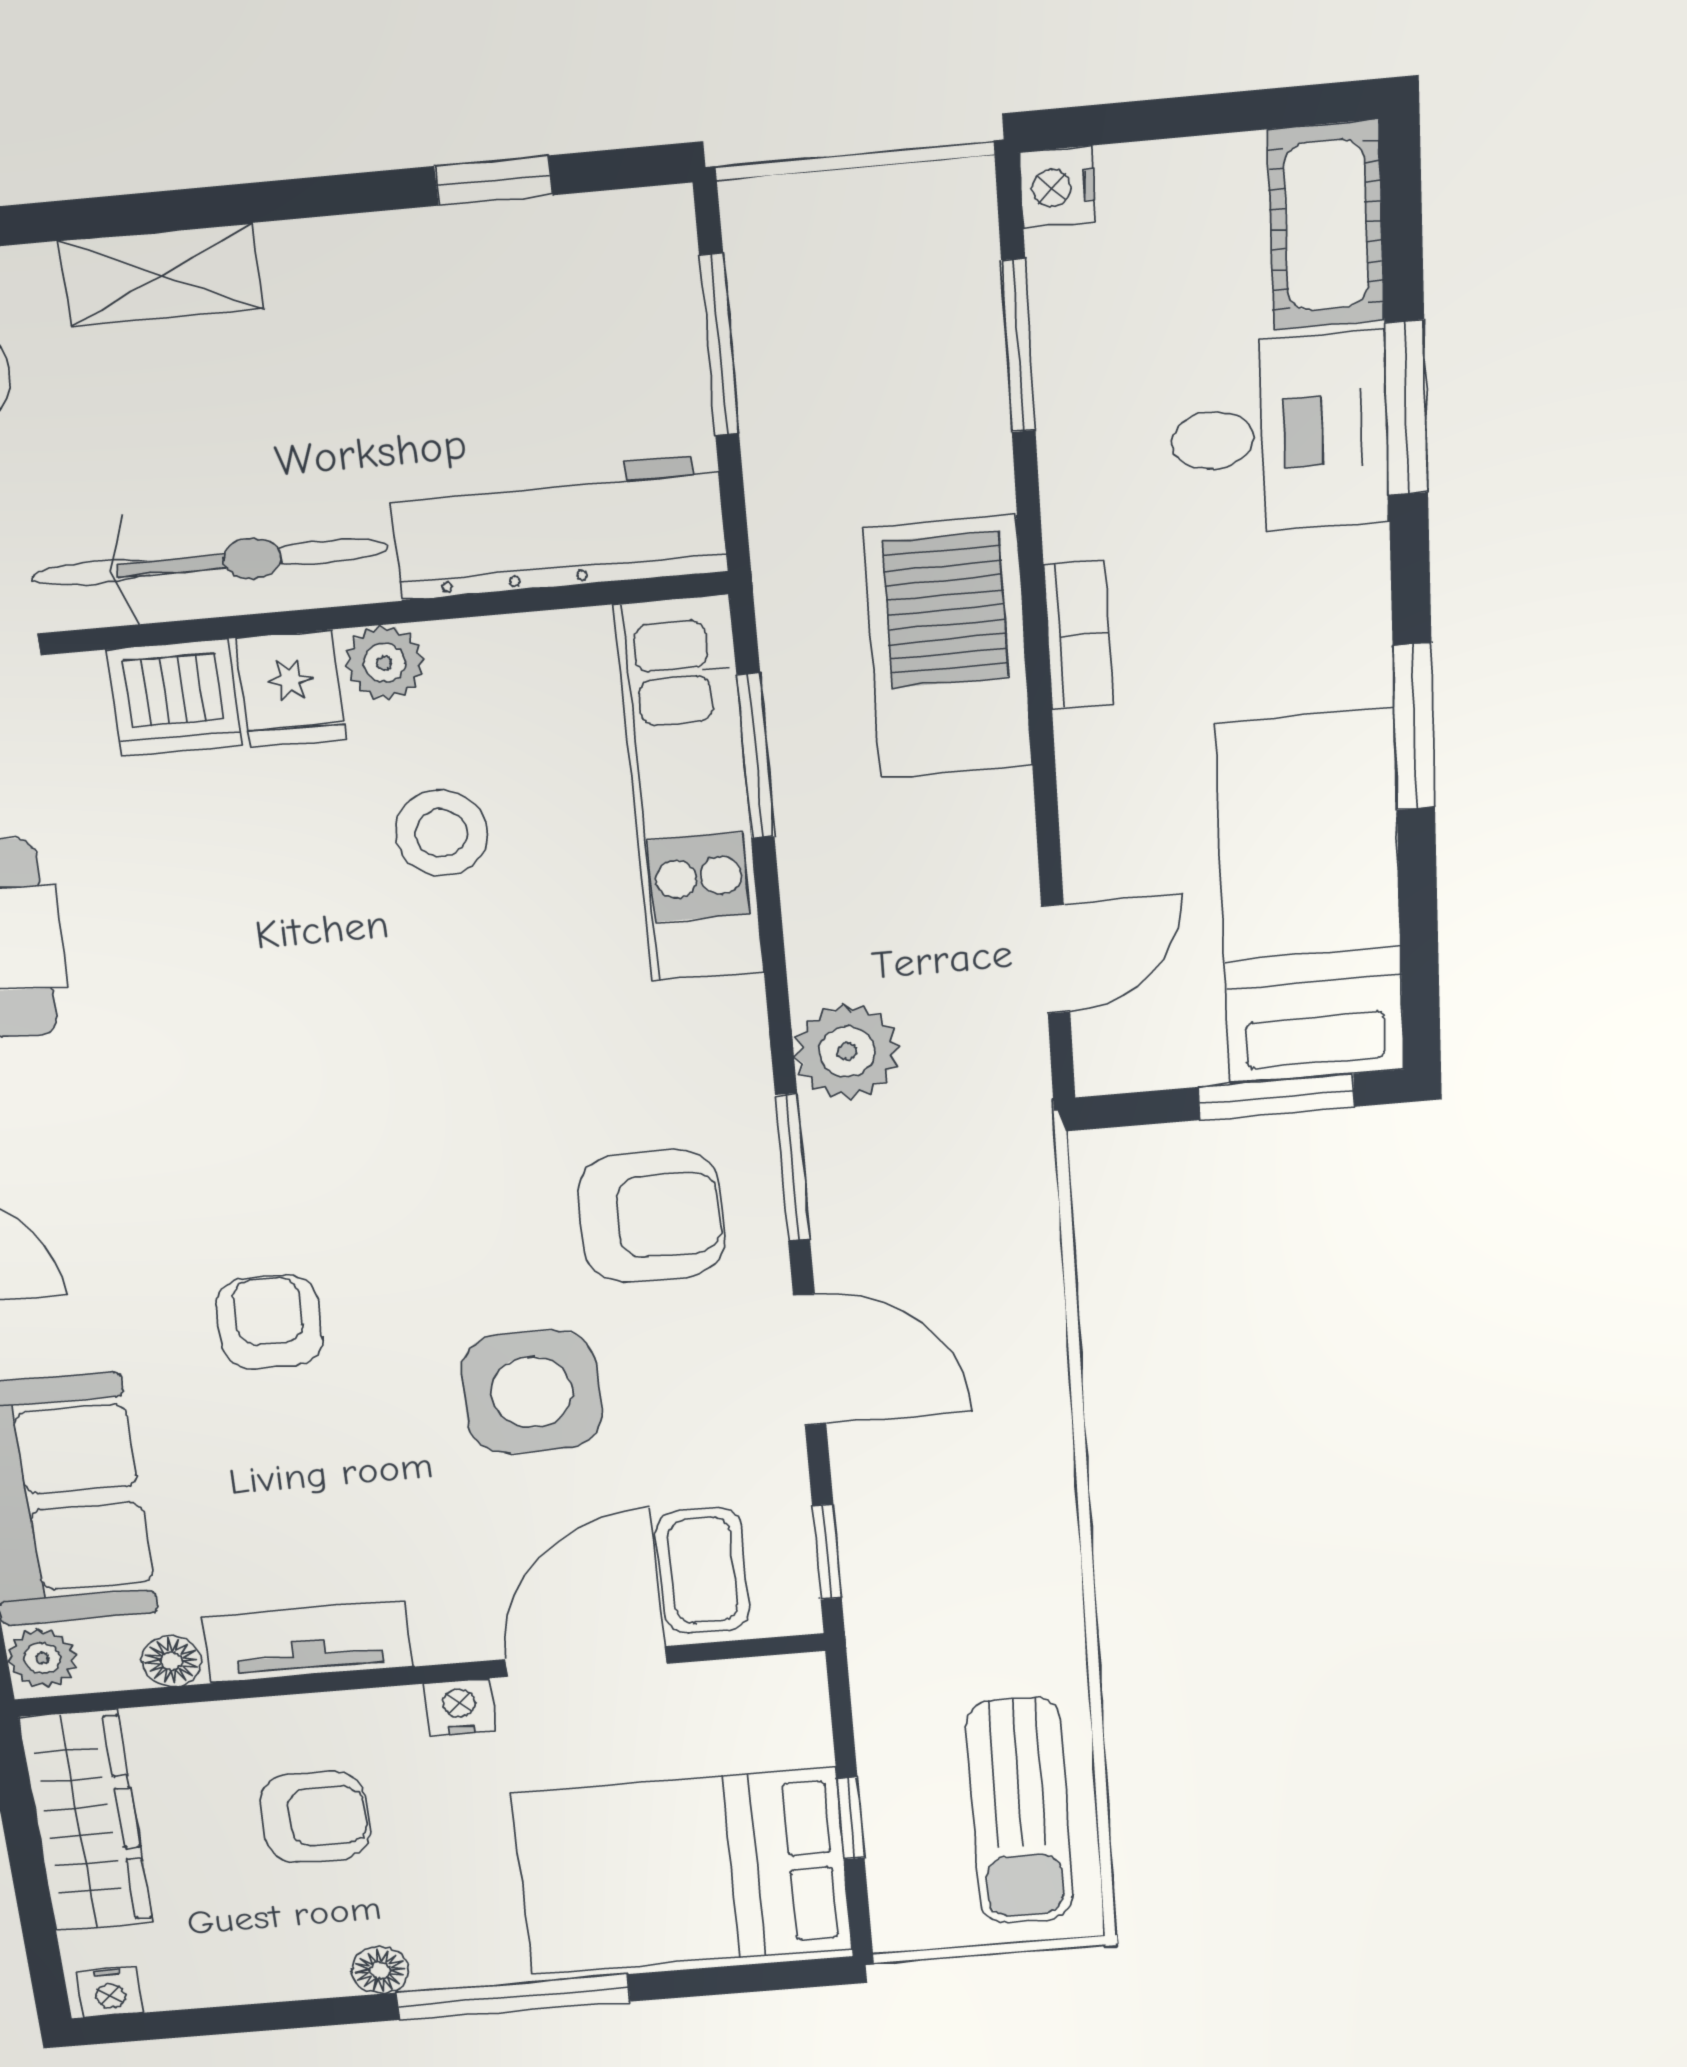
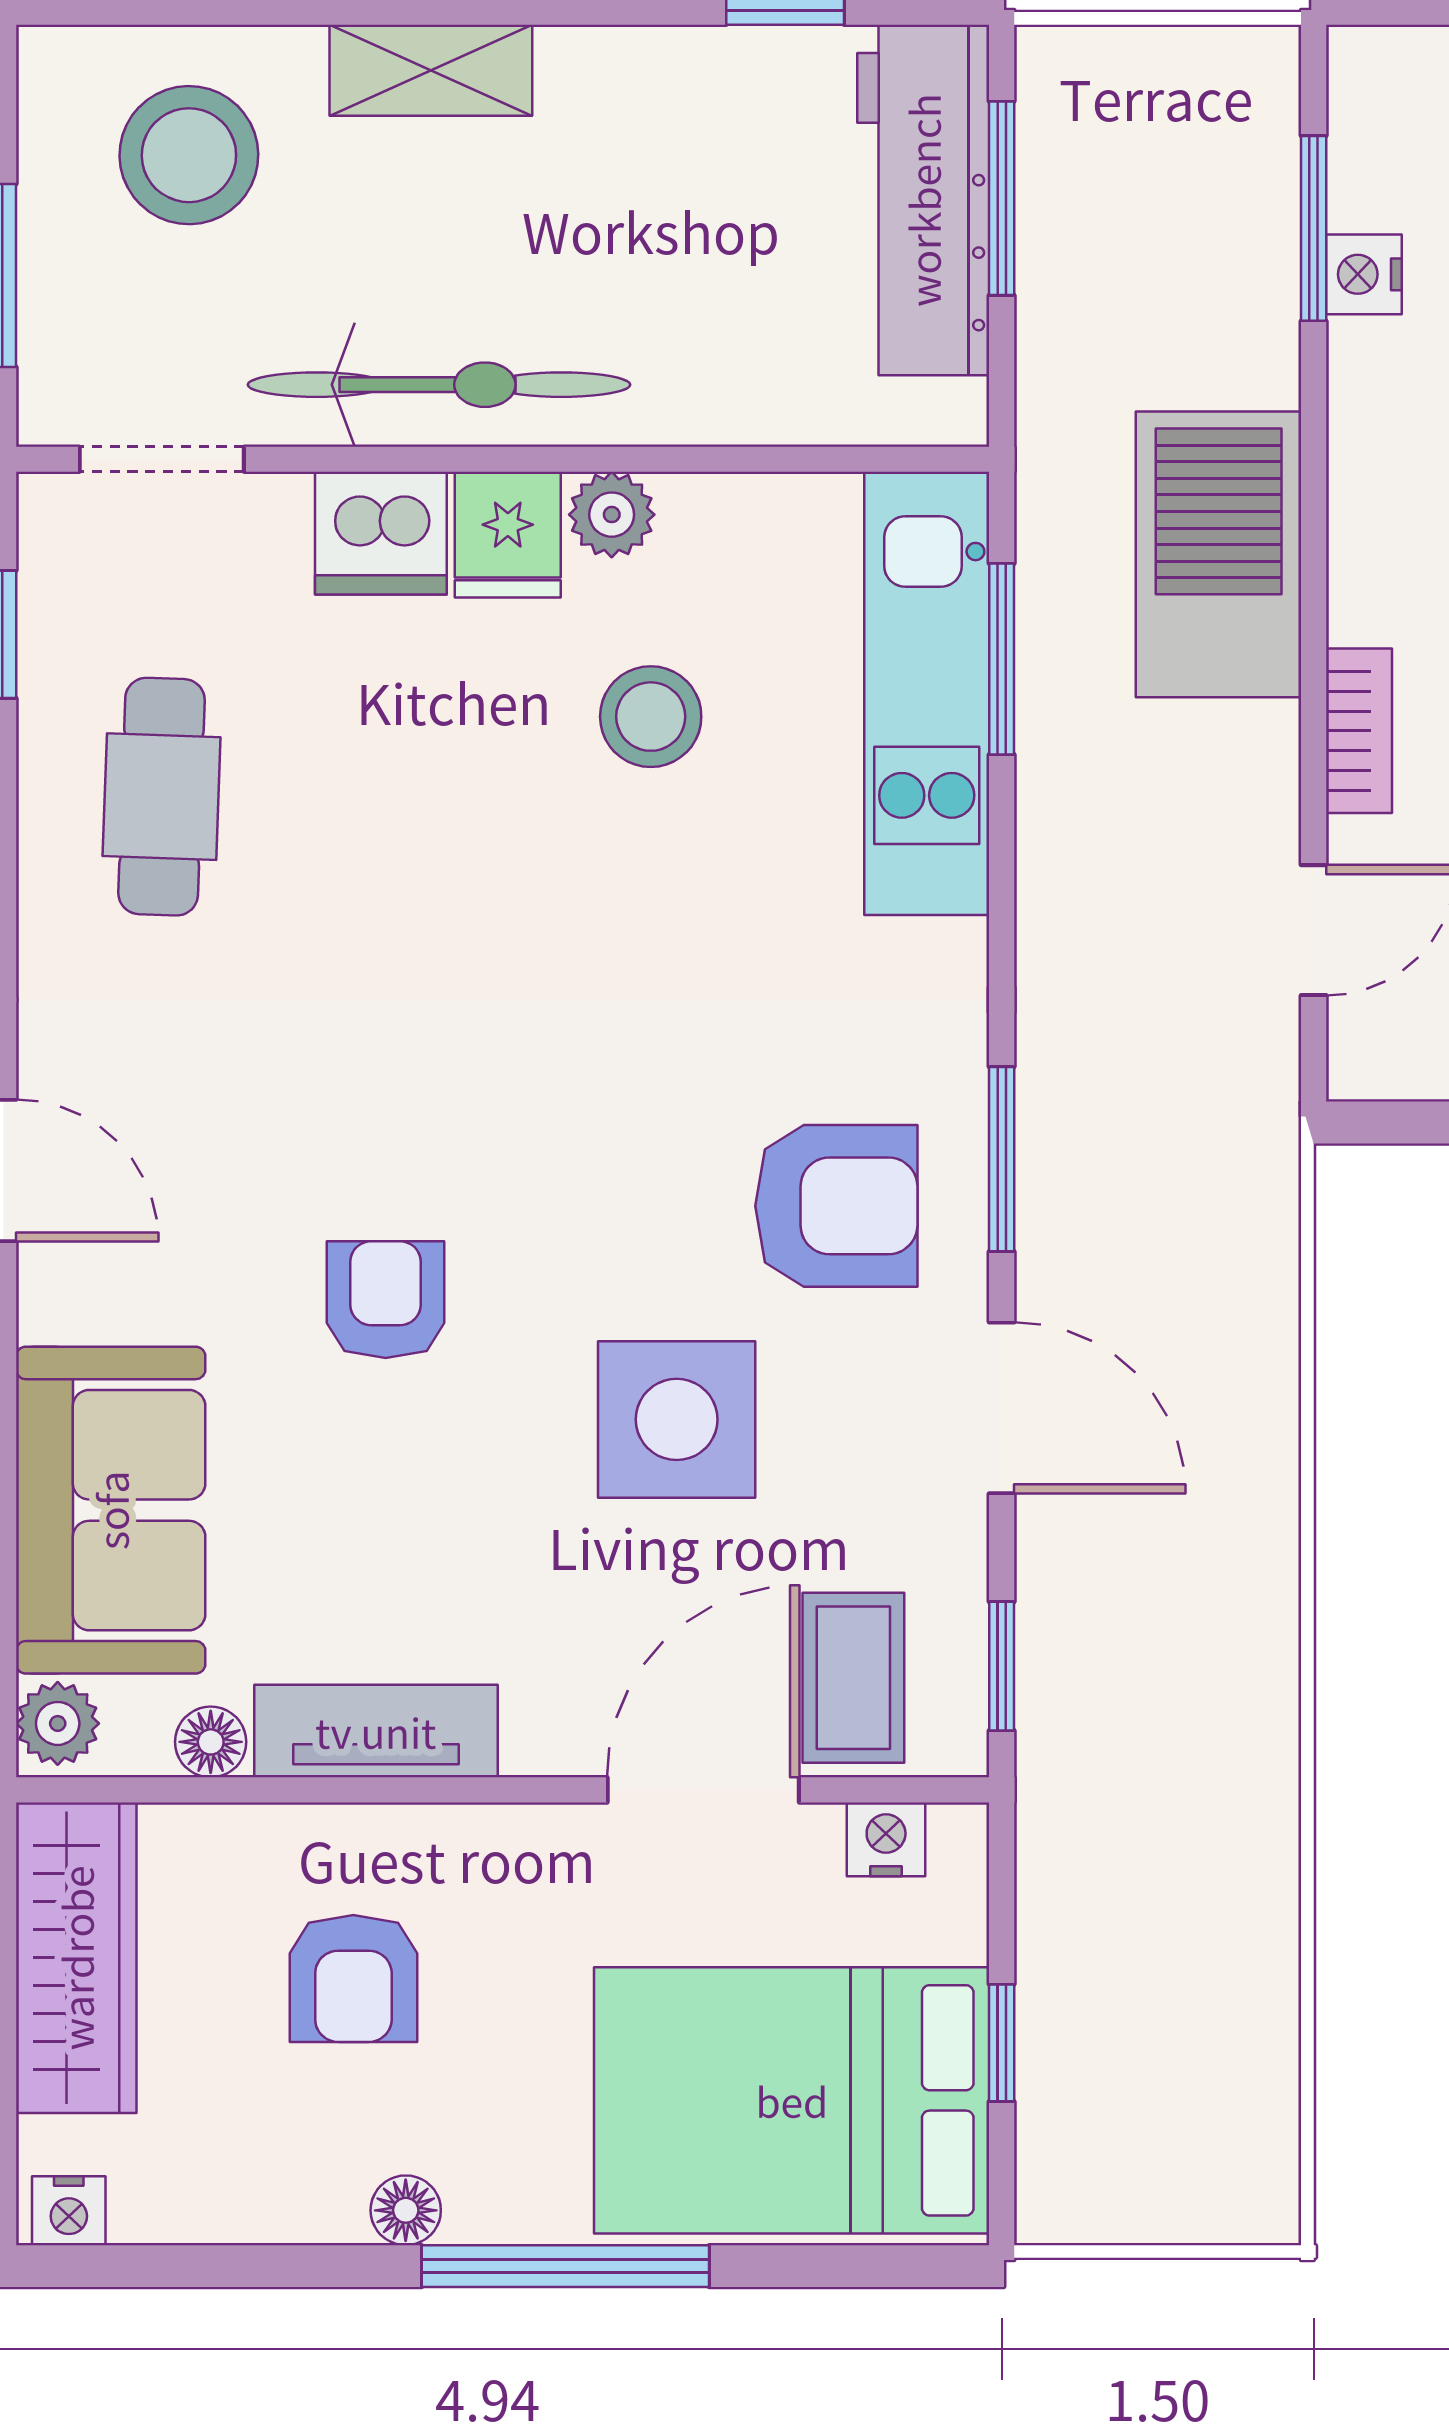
nightstand: (1058, 187) -> (1364, 274), moved
workbench: (558, 528) -> (923, 200), moved, turned -90
bookcase: (1078, 635) -> (1359, 731), moved
plant: (847, 1052) -> (1074, 1021), removed
nightstand: (460, 1707) -> (886, 1839), moved
sun lounger: (1020, 1811) -> (1207, 2052), removed
armchair: (315, 1817) -> (353, 1978), turned 90

